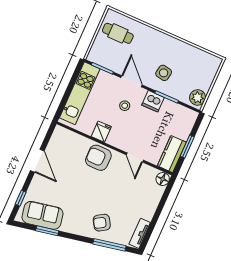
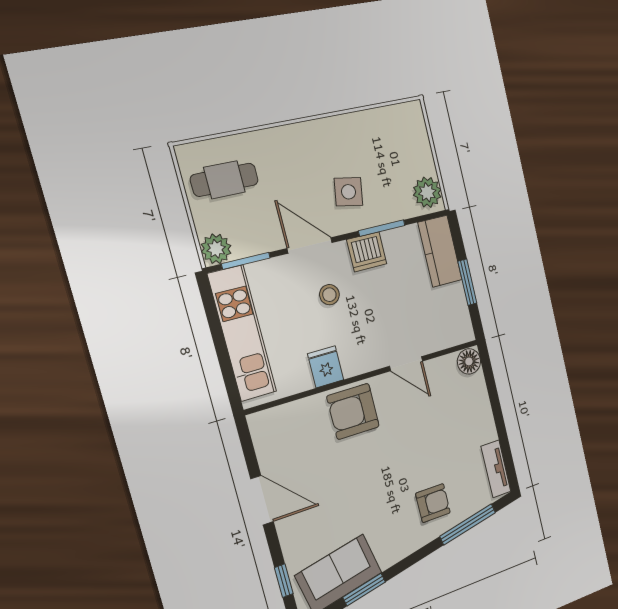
plant: (95, 56) -> (216, 249), added
kitchen counter: (172, 154) -> (440, 251), moved
armchair: (102, 223) -> (433, 503), turned -148

